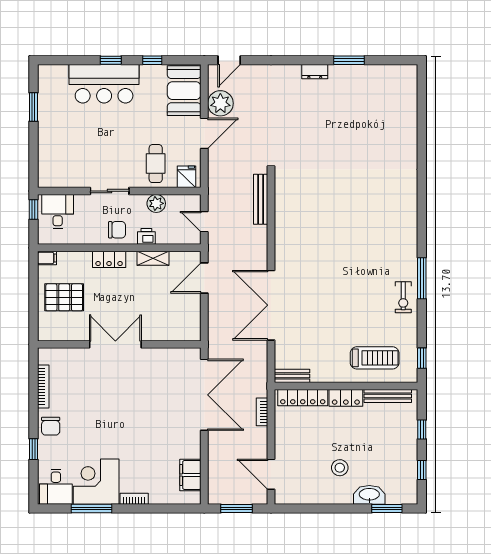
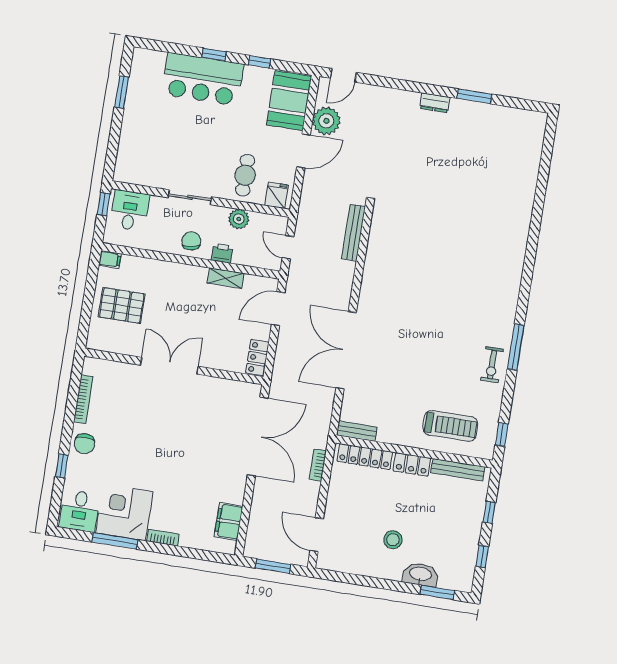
chair: (117, 230) -> (191, 241), turned -99
locker: (109, 259) -> (257, 358), moved, turned 90

